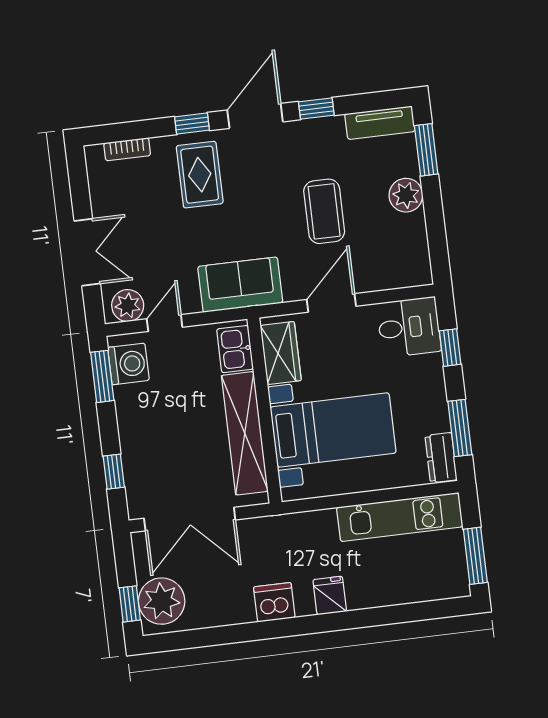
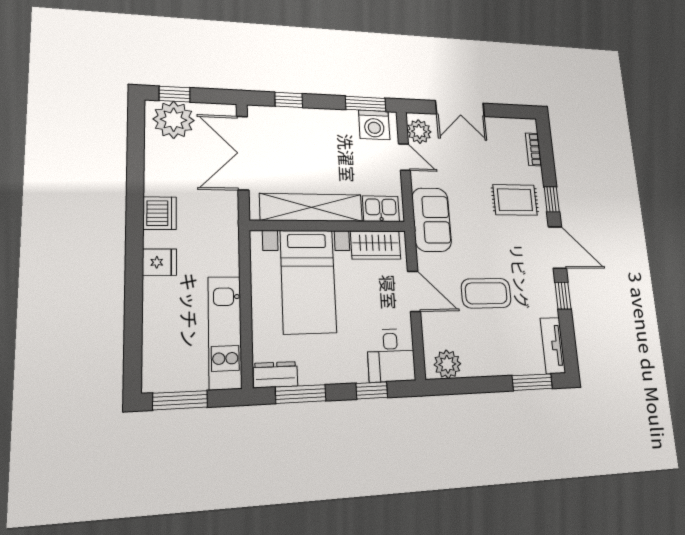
plant: (406, 195) -> (447, 364), moved

